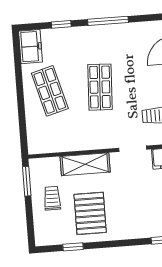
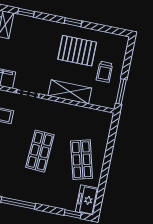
window: (61, 24) -> (73, 214), moved
pallet: (90, 213) -> (77, 51), turned 90
window: (73, 247) -> (73, 22), moved

